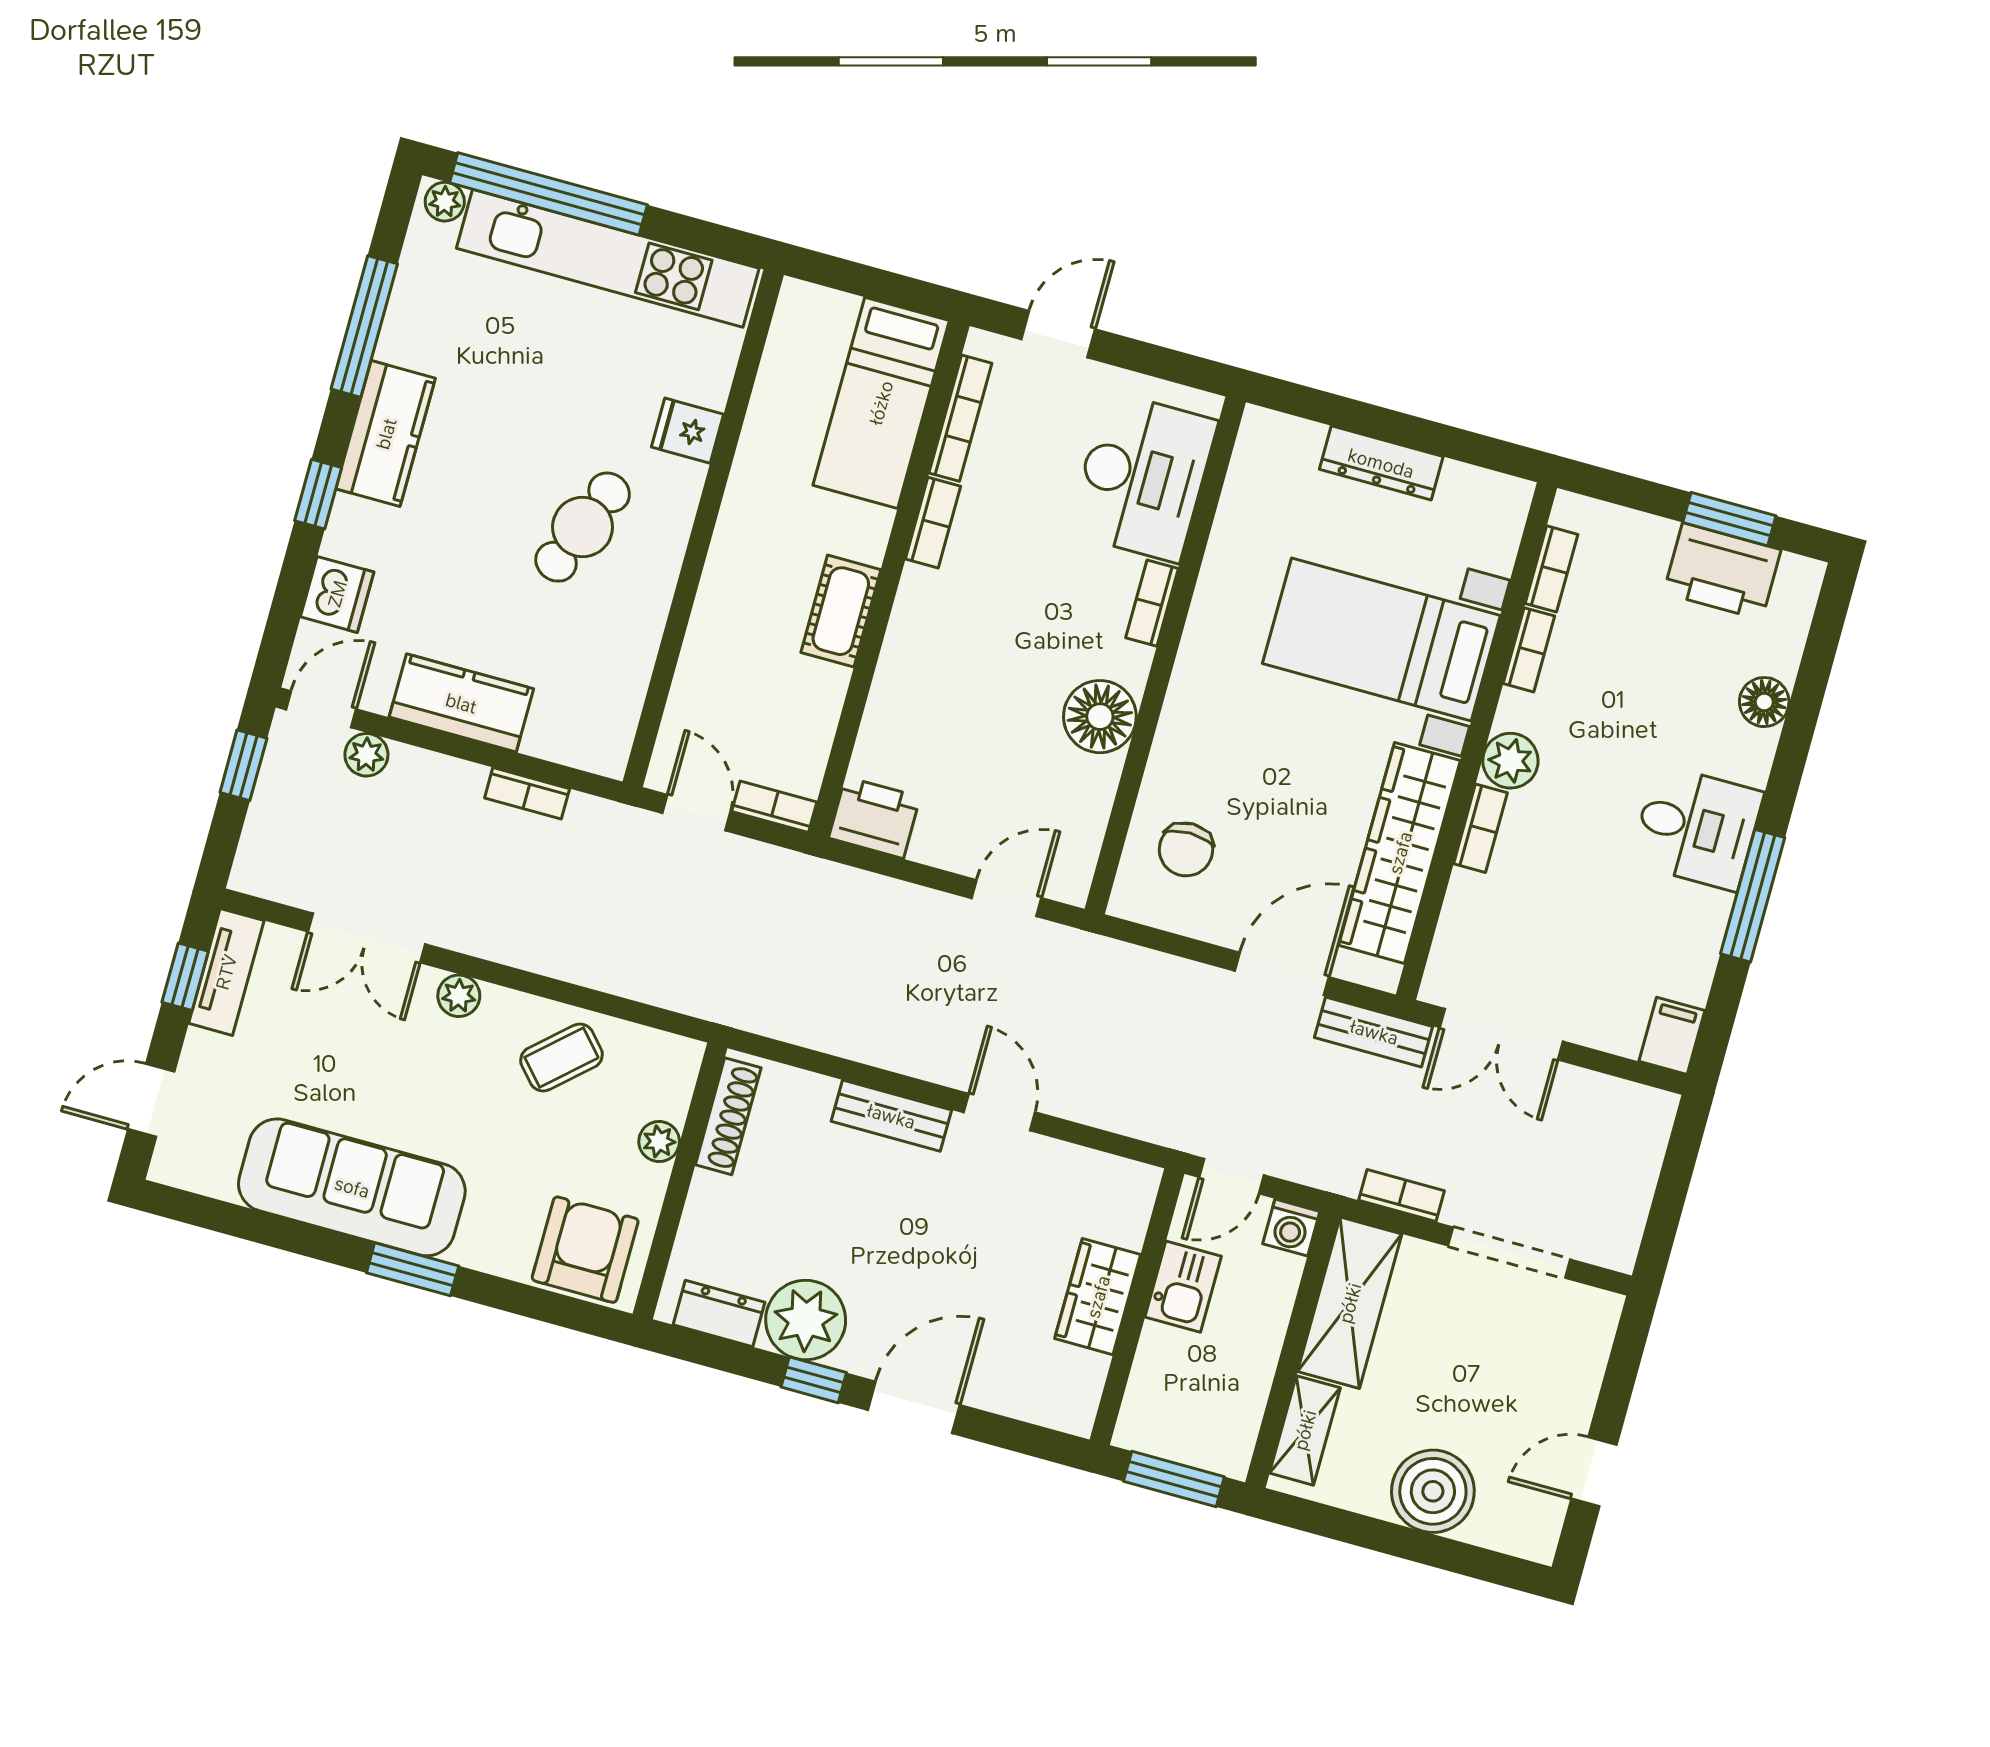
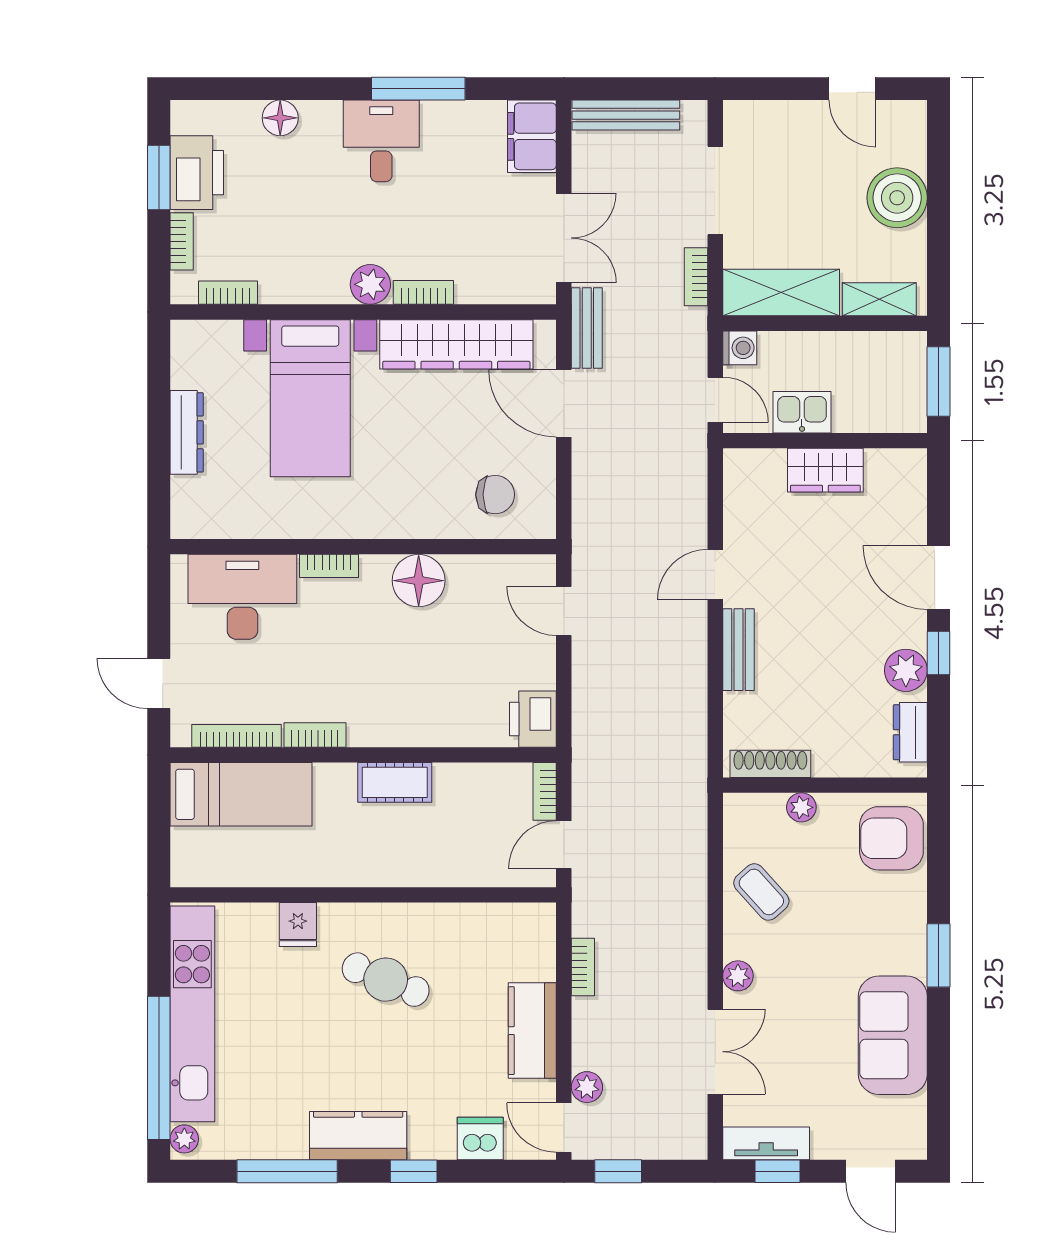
bookcase: (1529, 650) -> (182, 241), moved, turned 90
filing cabinet: (1672, 1036) -> (532, 136), width x2.00
bench: (1642, 1162) -> (626, 115), added
sofa: (352, 1187) -> (893, 1035), width x0.73
plant: (806, 1320) -> (906, 670), width x0.73, depth x0.73

